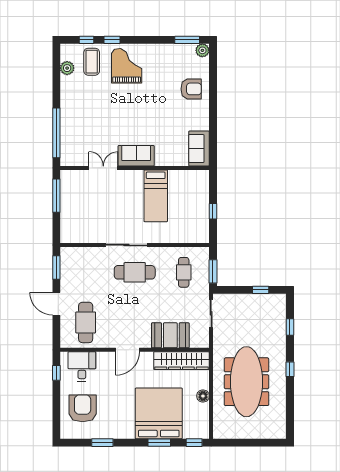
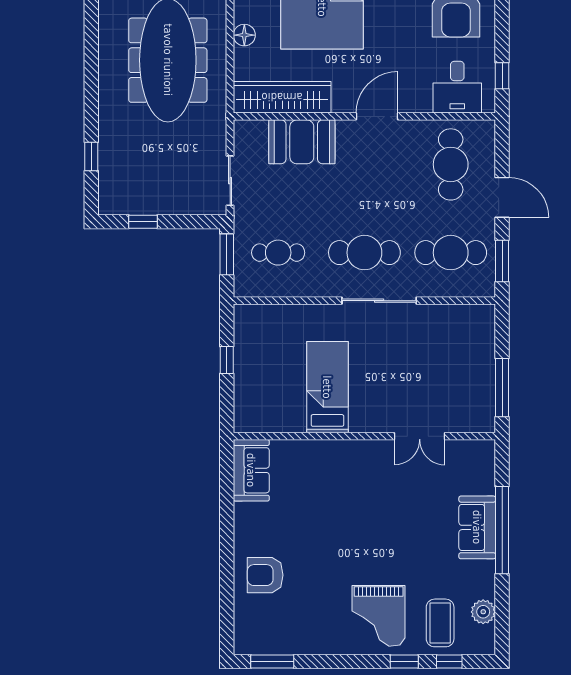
plant: (202, 50) -> (245, 643), removed
window: (56, 133) -> (502, 530), moved
sofa: (136, 156) -> (477, 527), moved, turned 90
cafe table: (86, 272) -> (451, 253), added
cafe table: (184, 272) -> (278, 253), turned 90
window: (290, 369) -> (91, 82), removed

